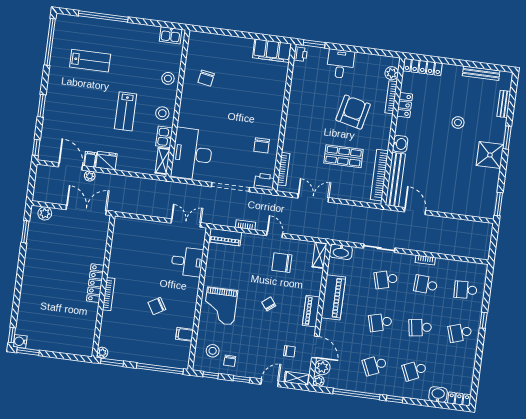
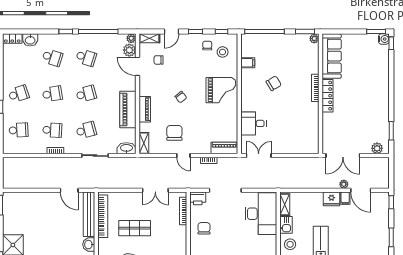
double door: (186, 223) -> (259, 156), swing flipped
chair: (282, 263) -> (174, 133), turned -90
grand piano: (220, 306) -> (221, 90), turned 90
piano: (311, 311) -> (145, 109), moved
sofa: (84, 329) -> (332, 56), added
school desk: (375, 365) -> (86, 58), turned 42
school desk: (415, 370) -> (52, 58), turned 42

